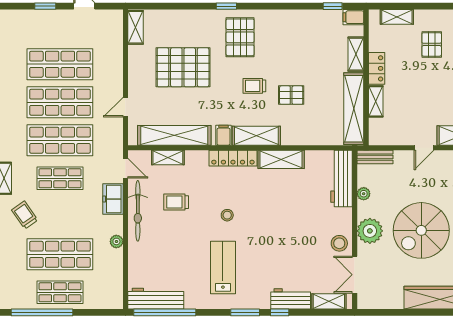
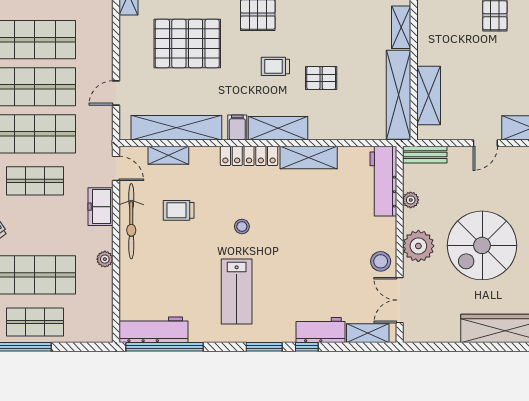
locker: (377, 68) -> (427, 45), removed
shelving: (376, 101) -> (429, 96), width x1.50, depth x1.33
lab bench: (223, 268) -> (237, 291), turned 180

